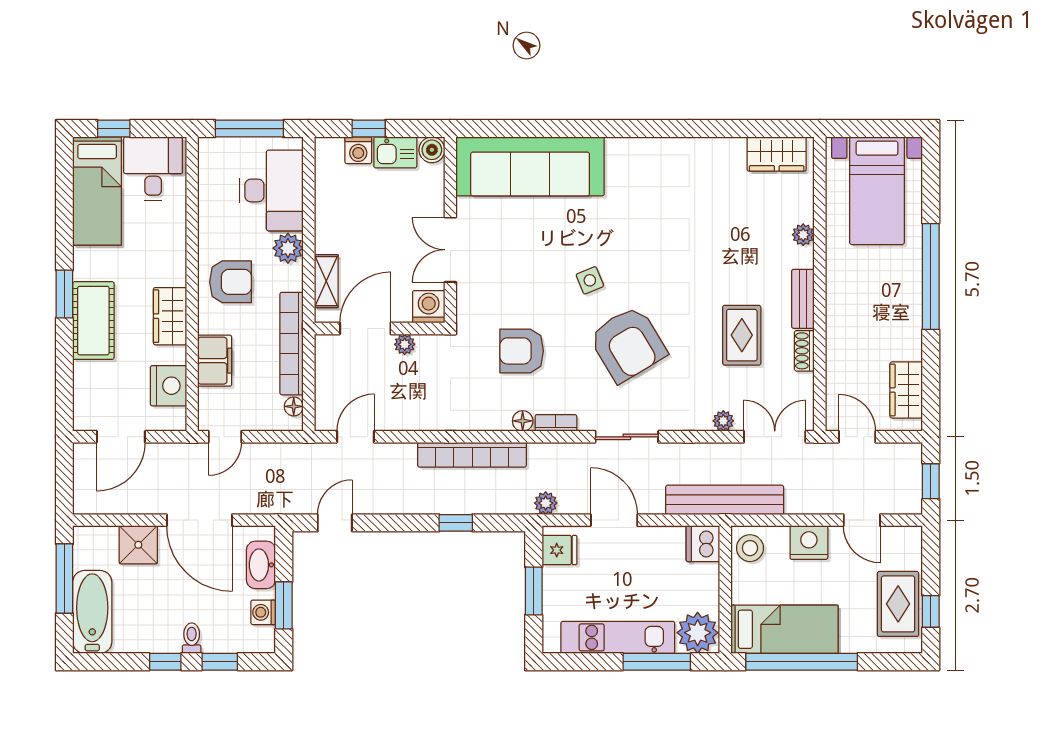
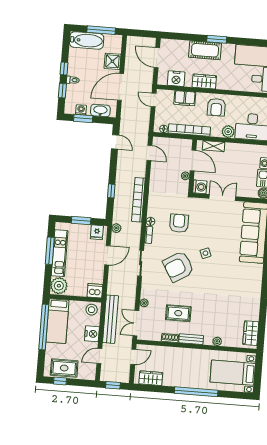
double door: (775, 437) -> (136, 323), swing flipped
bench: (725, 500) -> (111, 319), moved
window: (657, 662) -> (50, 251), moved

